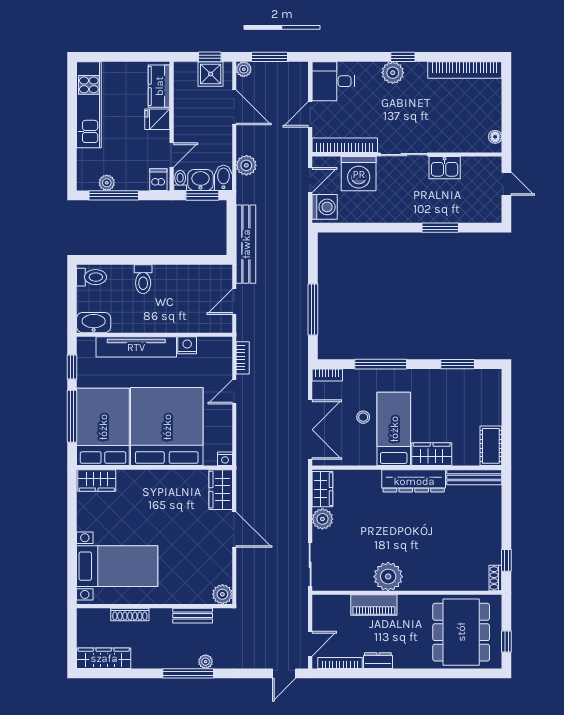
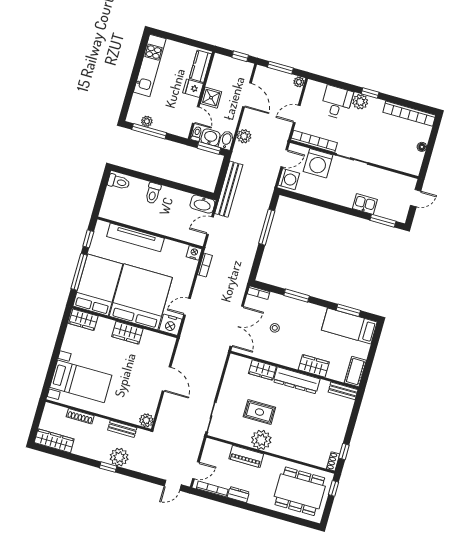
plant: (244, 69) -> (299, 82), moved
shower: (211, 74) -> (211, 98), moved
desk: (333, 81) -> (337, 102), moved, turned 90
floor lamp: (495, 137) -> (422, 147), moved
door: (172, 155) -> (196, 115), hinge flipped
kitchen sink: (445, 168) -> (365, 204), moved, turned 180
dishwasher: (158, 180) -> (182, 129), removed
door: (506, 184) -> (416, 198), hinge flipped
window: (440, 228) -> (383, 221), moved
window: (313, 310) -> (267, 227), moved
washbasin: (94, 323) -> (202, 204), moved, turned 180
nightstand: (187, 345) -> (194, 253), moved
window: (381, 364) -> (297, 296), width x0.69
door: (234, 392) -> (187, 307), moved
bed: (394, 429) -> (349, 326), moved, turned -90
nightstand: (225, 459) -> (171, 325), width x1.89, depth x1.79
bench: (474, 477) -> (343, 391), width x0.73
wardrobe: (322, 489) -> (262, 370), moved, turned 90
wardrobe: (221, 490) -> (127, 333), moved, turned -90
plant: (322, 519) -> (228, 389), removed
rug: (375, 539) -> (259, 412), added
dining table: (461, 632) -> (300, 491), turned 90
window: (506, 642) -> (333, 488), moved
plant: (206, 662) -> (119, 457), width x1.88, depth x1.88
window: (188, 673) -> (108, 467), width x0.46

